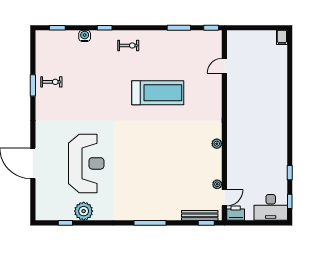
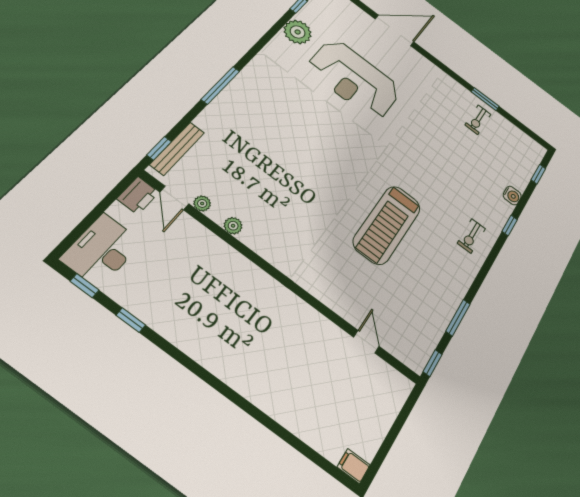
plant: (217, 144) -> (233, 226), moved

